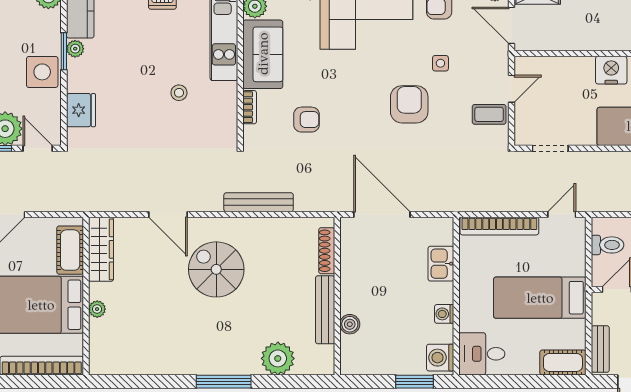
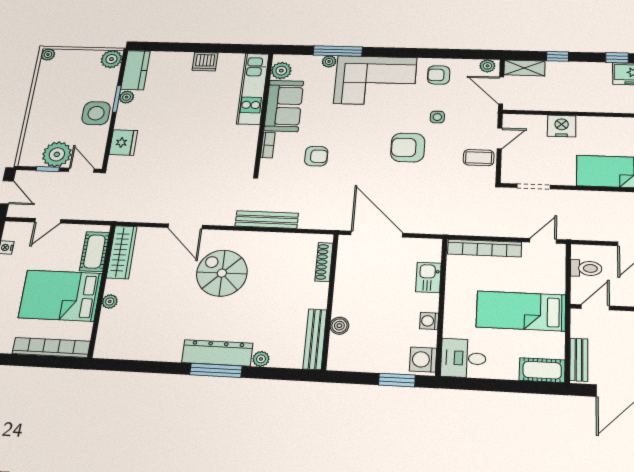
nightstand: (611, 70) -> (562, 126), moved
stool: (179, 93) -> (209, 132), removed
armchair: (409, 104) -> (408, 147), turned -90
bench: (325, 310) -> (315, 339), moved
plant: (278, 358) -> (261, 359), width x0.53, depth x0.53
dresser: (223, 362) -> (217, 353), added

